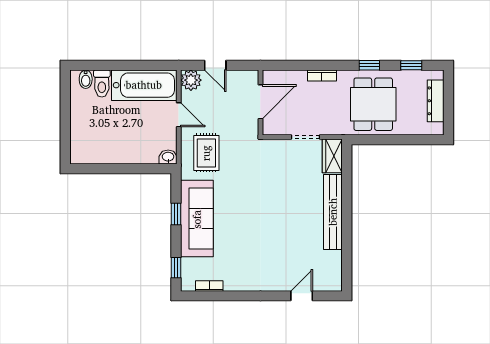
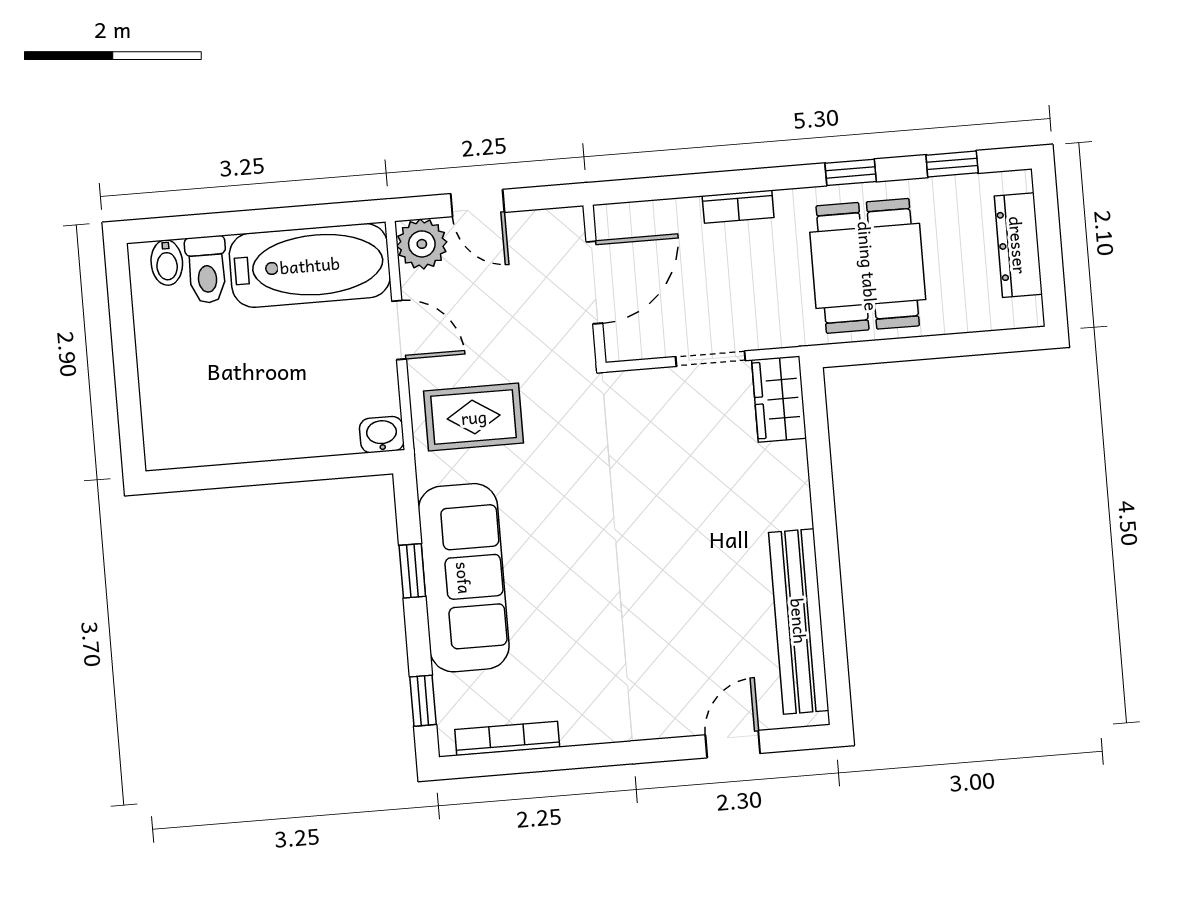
rug: (206, 153) -> (474, 417), turned 90
bench: (333, 212) -> (799, 621), moved
bookcase: (209, 286) -> (507, 738), width x1.56

